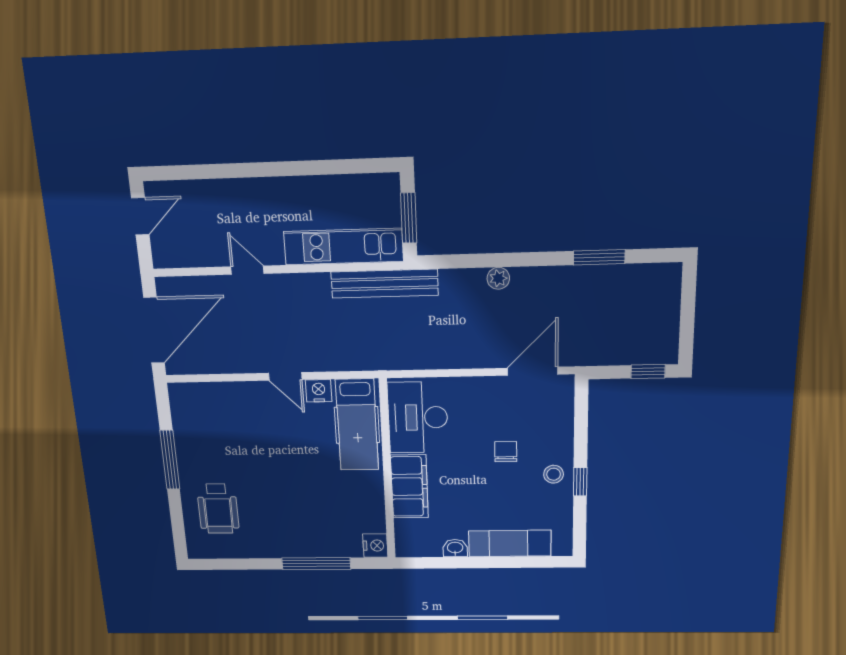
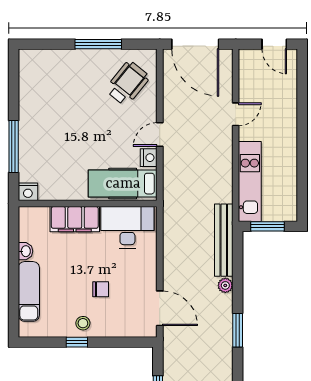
window: (599, 257) -> (238, 330), moved
bench: (385, 284) -> (224, 240), moved
wheelchair: (218, 509) -> (127, 83), moved, turned 129

